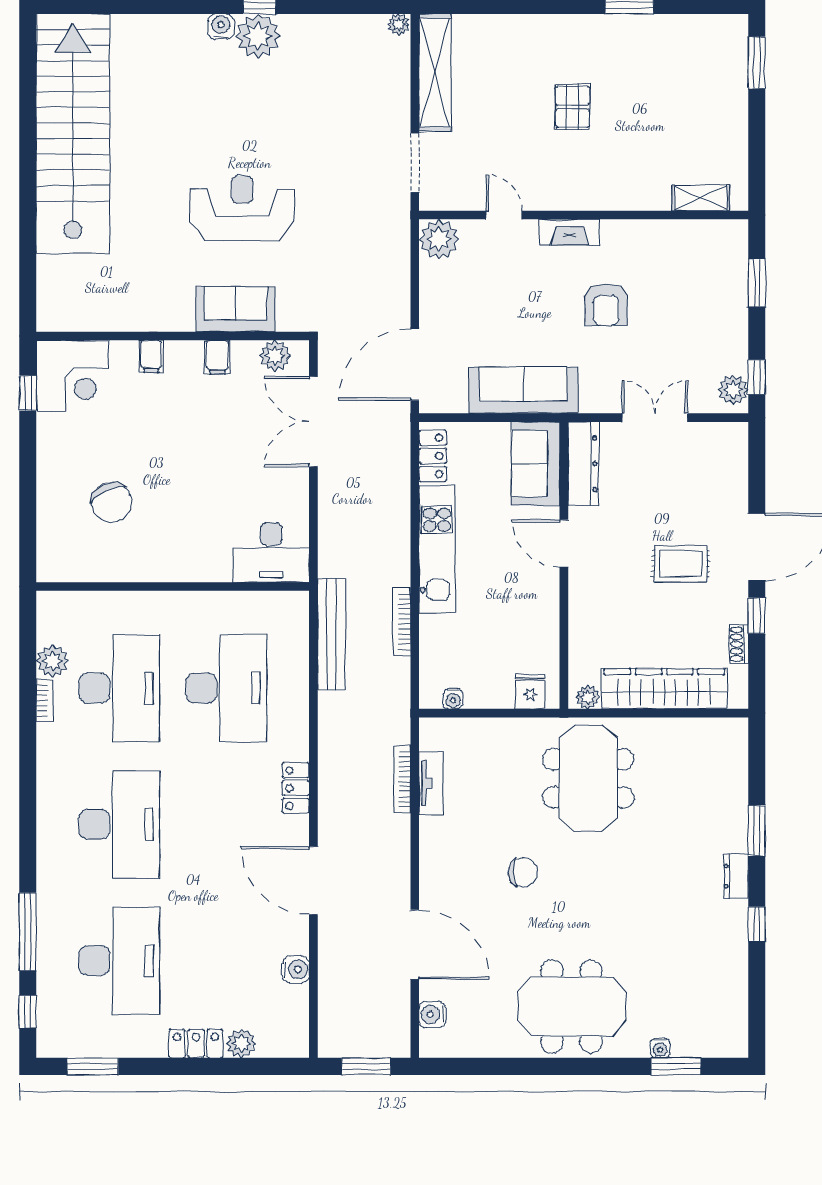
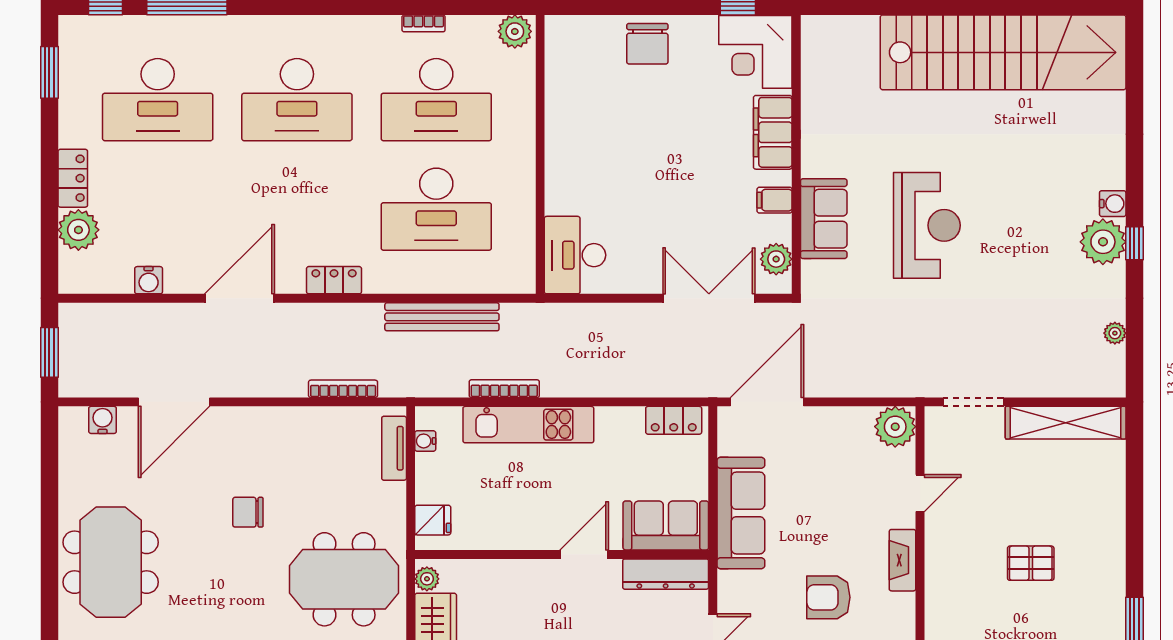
plant: (399, 24) -> (1115, 333), moved
filing cabinet: (151, 356) -> (773, 132), width x3.00, depth x1.17
door: (415, 365) -> (767, 402), hinge flipped
chair: (112, 502) -> (647, 44), moved, turned -66
kitchen unit: (437, 549) -> (528, 425), moved
bench: (332, 634) -> (442, 317), moved
plant: (52, 661) -> (515, 31), moved
tv unit: (431, 783) -> (394, 448), moved, turned 90
chair: (523, 872) -> (248, 512), turned 90
plant: (241, 1043) -> (78, 230), width x1.36, depth x1.36

